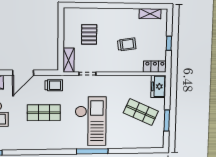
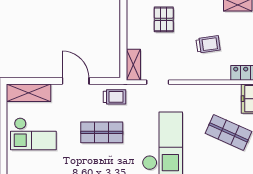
pallet: (89, 34) -> (164, 19), moved
door: (23, 73) -> (76, 81), swing flipped

